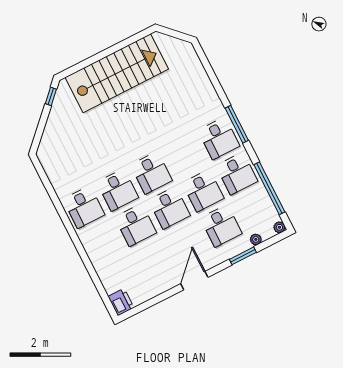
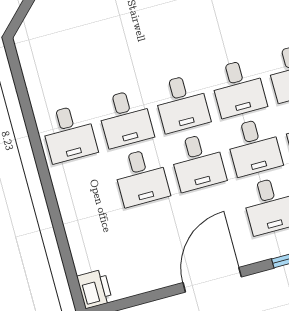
desk: (185, 155) -> (238, 88), added
door: (194, 281) -> (212, 280), width x1.36

